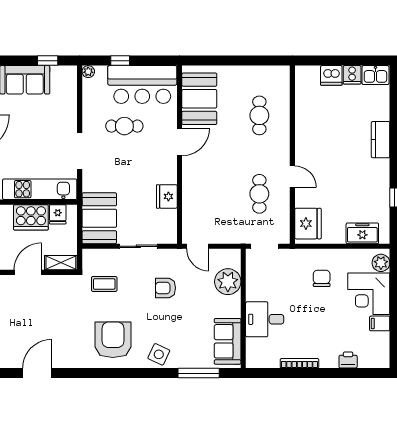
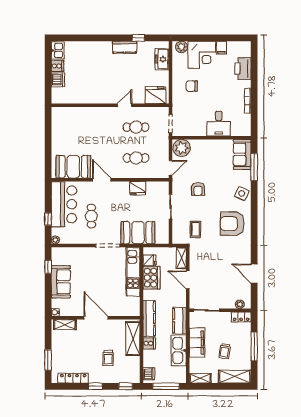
cafe table: (259, 115) -> (136, 158), moved
kitchen counter: (381, 140) -> (125, 47), moved
booth: (99, 218) -> (138, 233), moved
plant: (228, 282) -> (182, 148), moved
sofa: (228, 341) -> (242, 154), moved, turned 90
printer: (348, 360) -> (243, 69), width x1.87, depth x1.48

